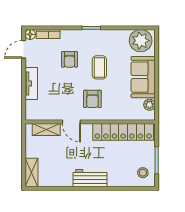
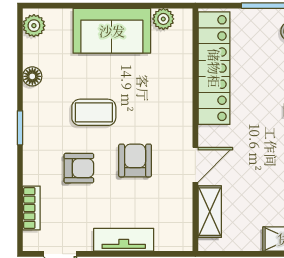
floor lamp: (30, 34) -> (32, 76), moved
plant: (141, 41) -> (34, 26), width x0.53, depth x0.53
armchair: (92, 99) -> (135, 160), moved, turned -90

